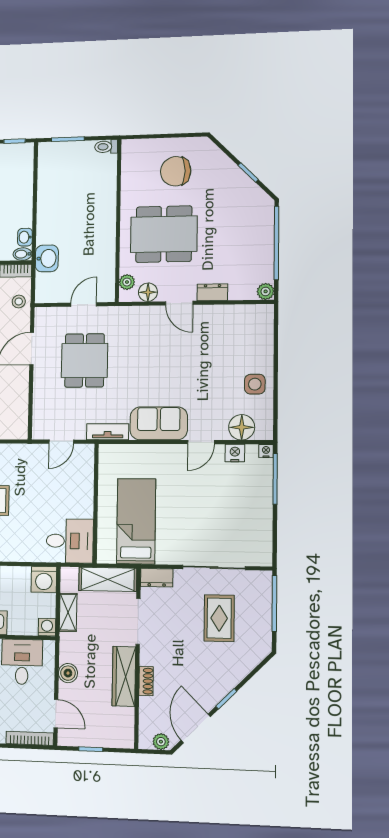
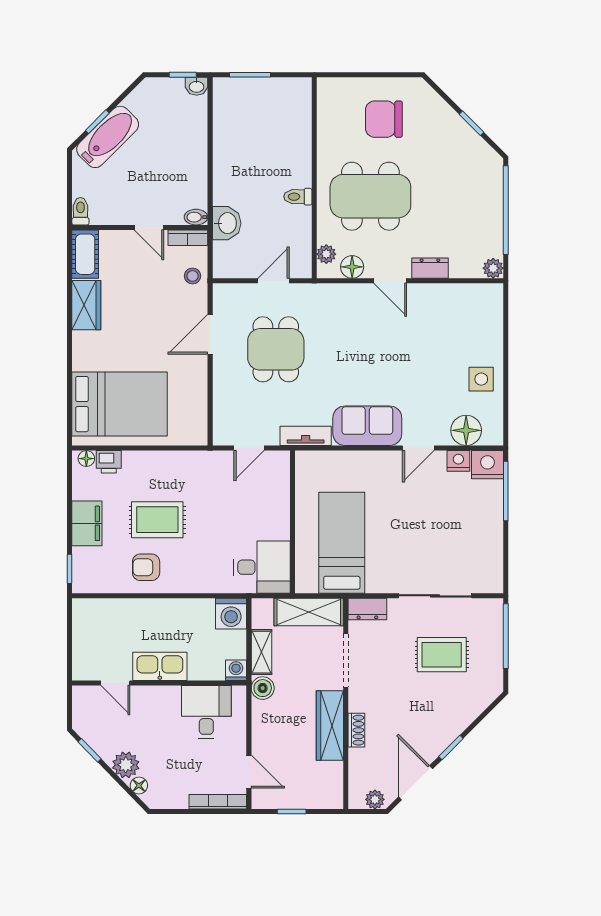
toilet: (106, 147) -> (298, 197), moved
washbasin: (25, 237) -> (197, 86), moved, turned -90
nightstand: (266, 451) -> (487, 465), width x1.89, depth x1.79
rug: (219, 618) -> (442, 655), turned 90
boiler: (68, 673) -> (263, 688), moved

